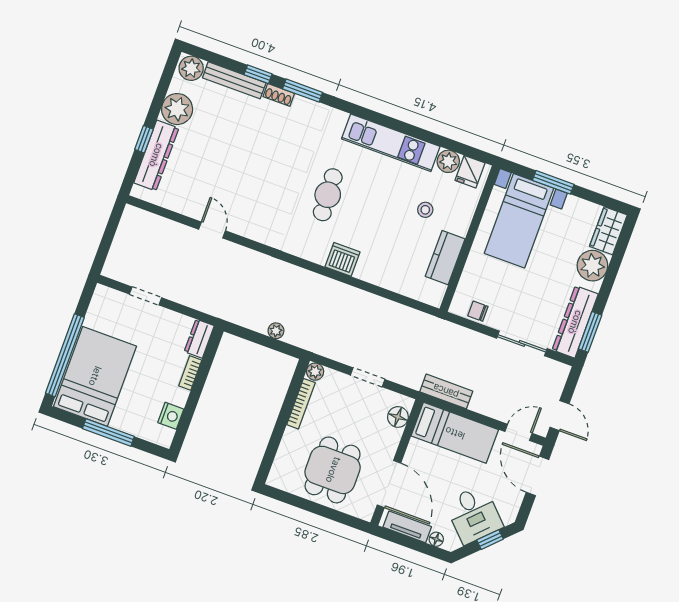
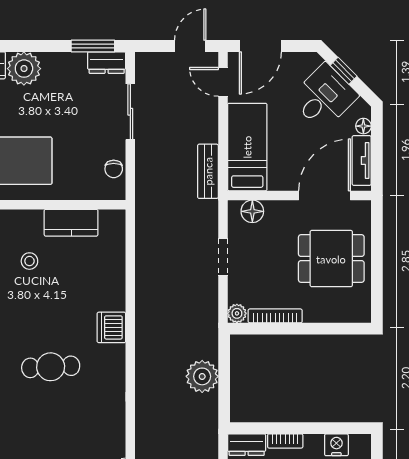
dresser: (575, 322) -> (107, 63), width x0.51, depth x0.80
plant: (276, 331) -> (202, 376), width x1.87, depth x1.87

